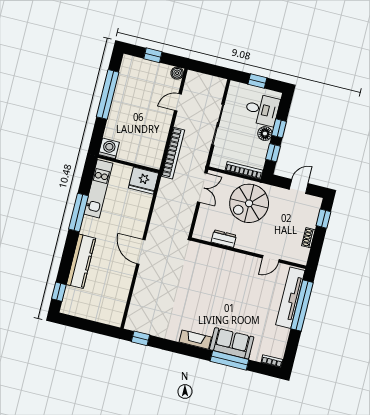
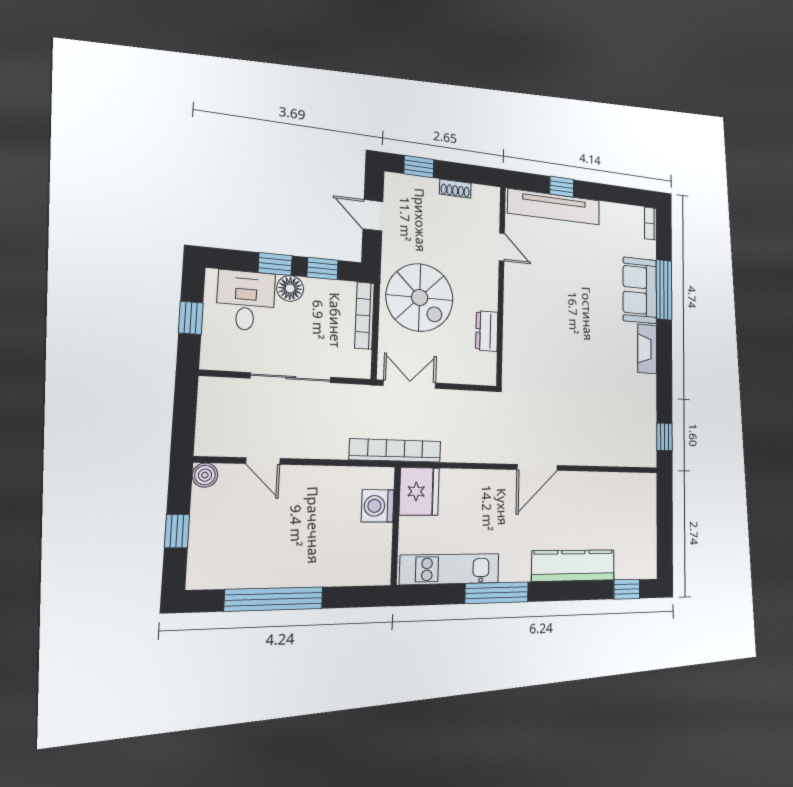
washing machine: (109, 148) -> (378, 506), moved
bookcase: (173, 153) -> (395, 450), moved
window: (302, 306) -> (562, 187), width x0.32

